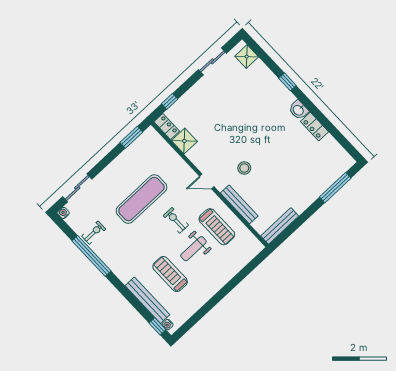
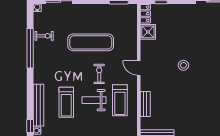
stool: (244, 168) -> (183, 65), moved
bench: (239, 204) -> (145, 104), width x0.73
treadmill: (170, 274) -> (66, 102), turned 180

